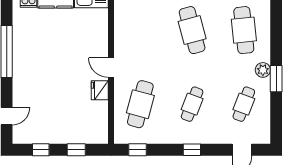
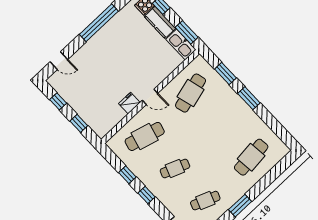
cafe table: (192, 30) -> (191, 93), moved
door: (111, 68) -> (150, 97), swing flipped
plant: (263, 70) -> (238, 192), removed
window: (138, 150) -> (127, 175), moved

